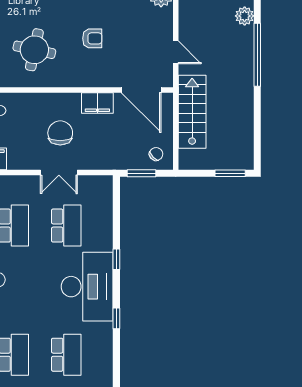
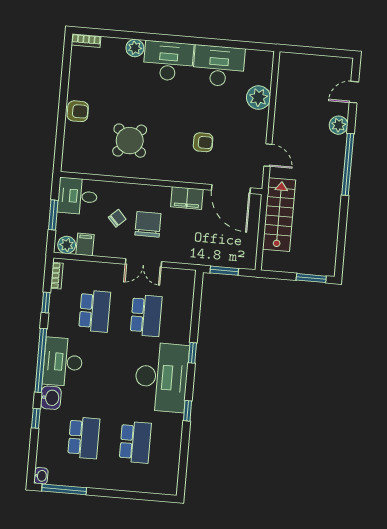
armchair: (92, 38) -> (203, 142), moved
round table: (34, 50) -> (130, 141), turned 31
chair: (156, 154) -> (117, 218), moved

